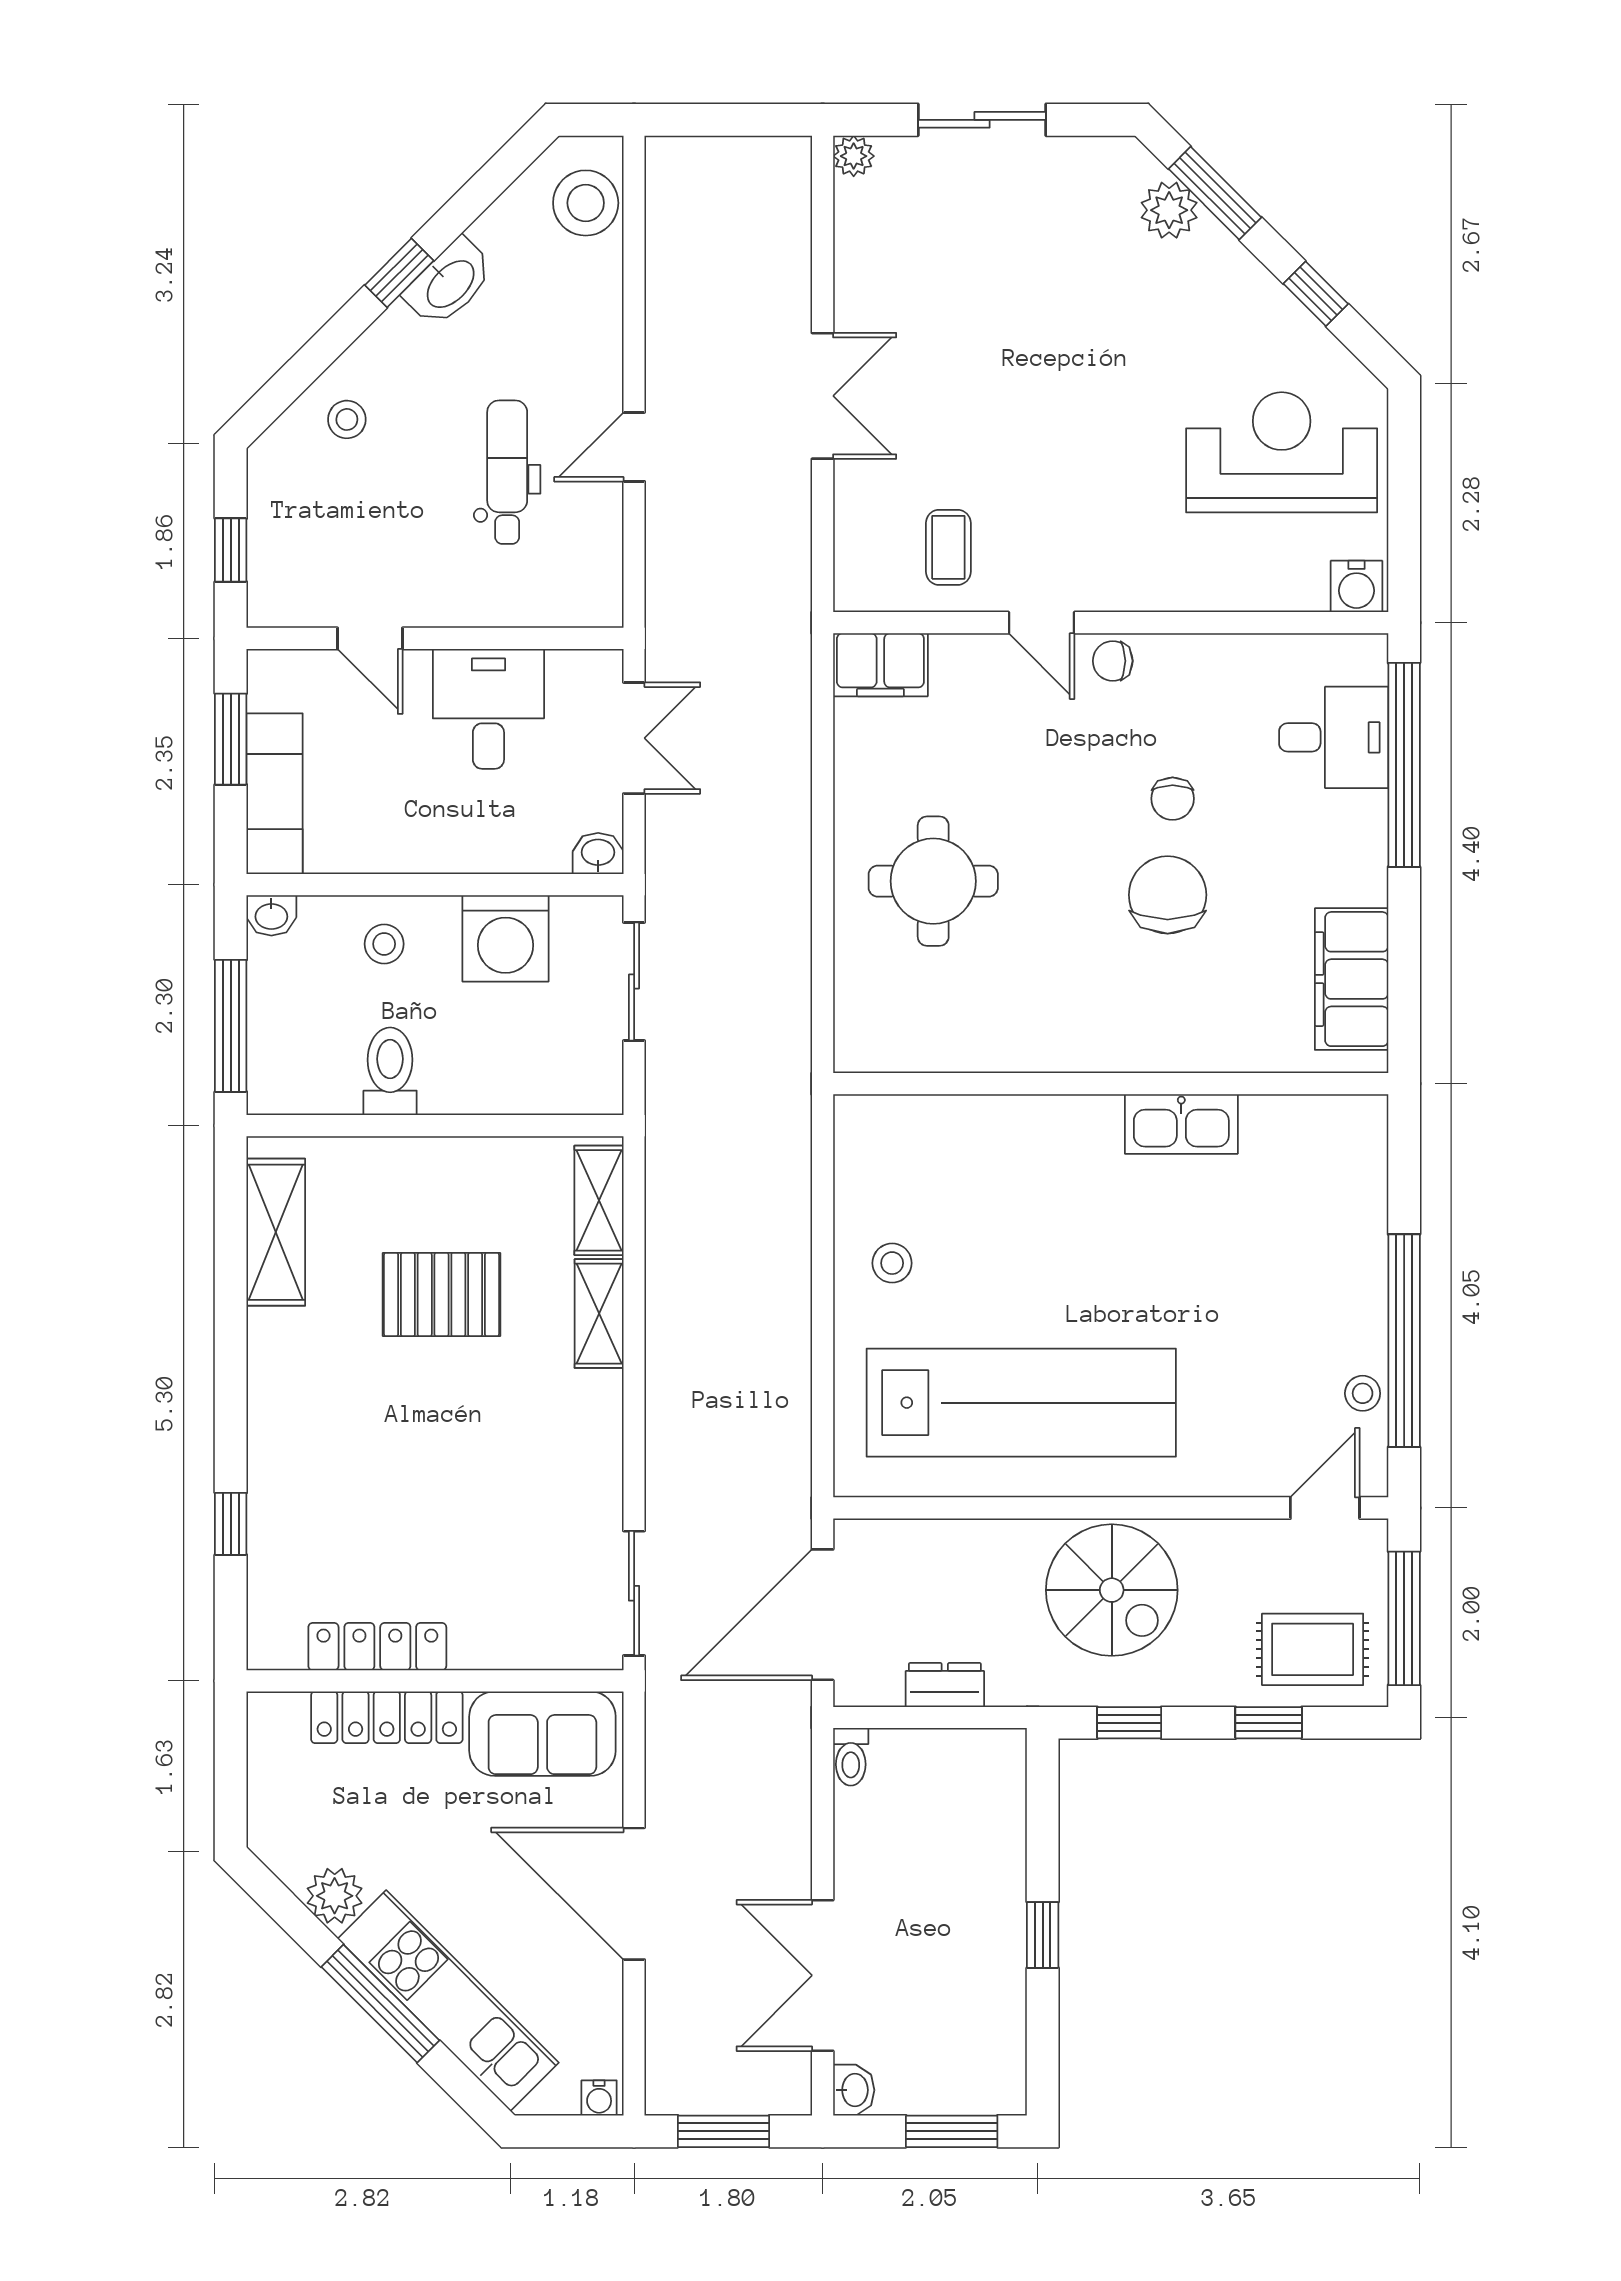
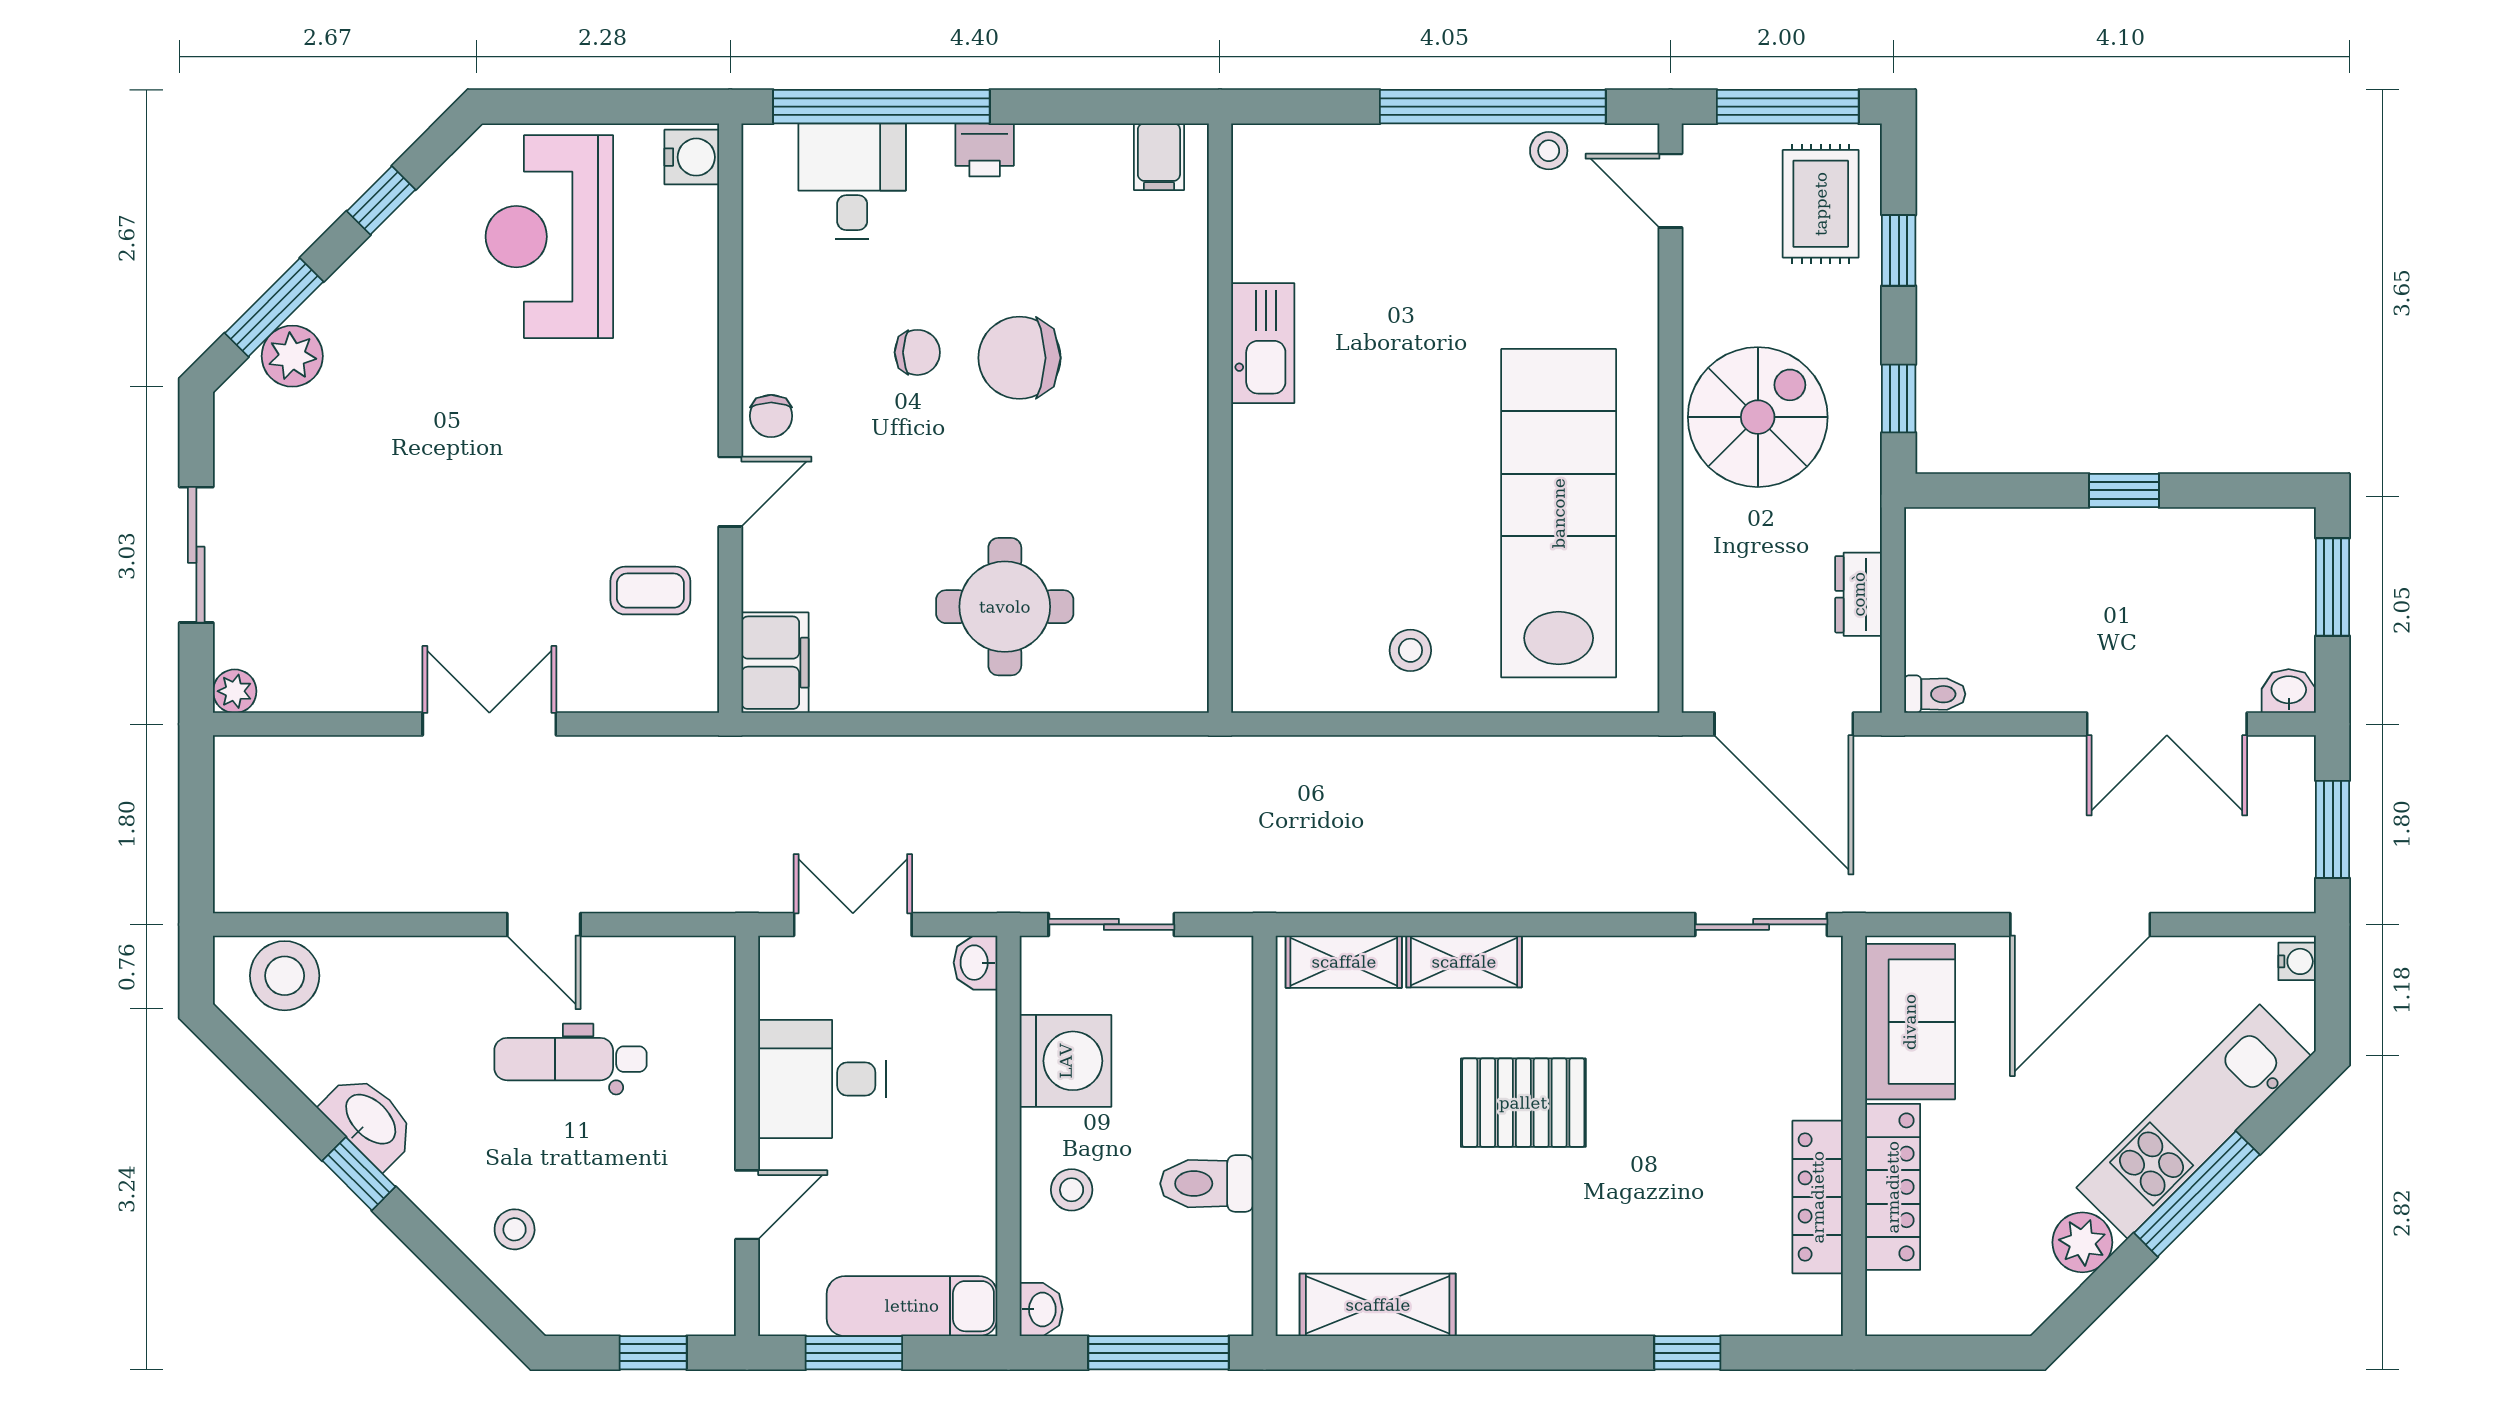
printer: (1363, 862) -> (985, 150), added
filing cabinet: (1352, 979) -> (1159, 157), width x0.33, depth x0.86
pallet: (442, 1295) -> (1523, 1103), moved, turned 90

